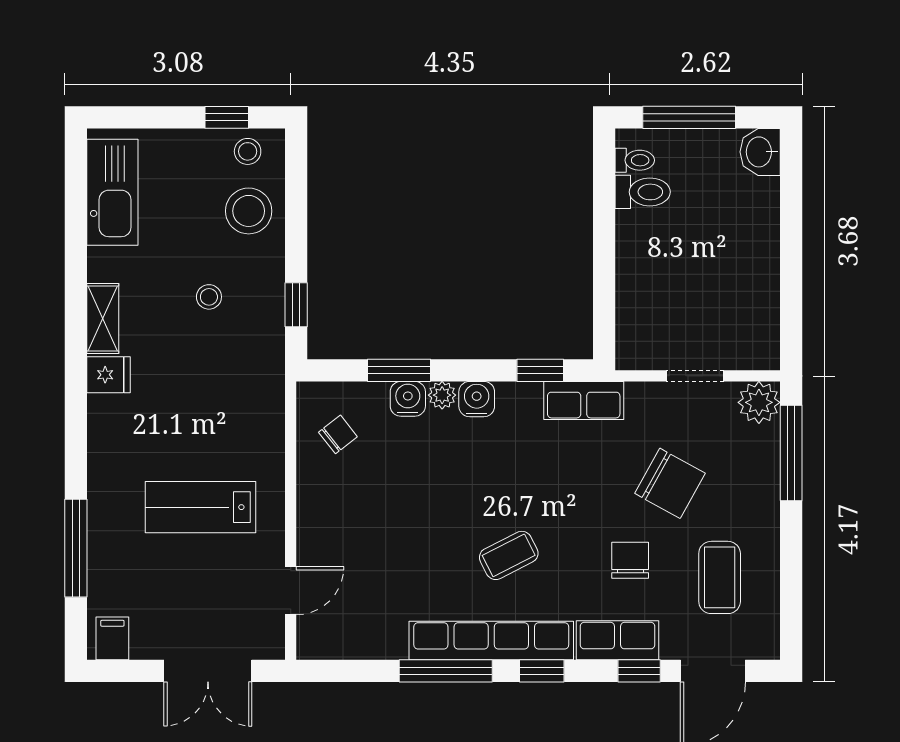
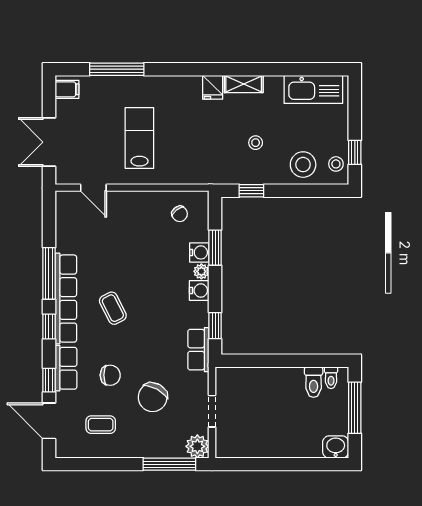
coffee table: (720, 577) -> (101, 425), width x0.73, depth x0.77

